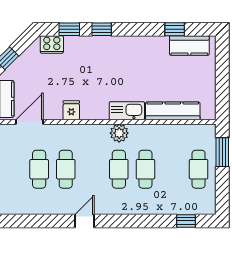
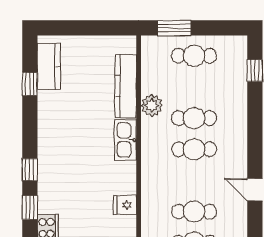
plant: (119, 133) -> (152, 105), moved

